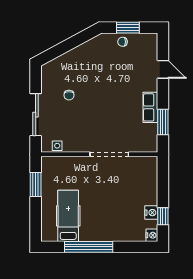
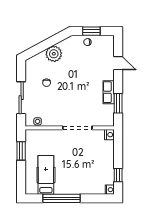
plant: (78, 57) -> (54, 54), added
nightstand: (151, 213) -> (109, 135), moved

